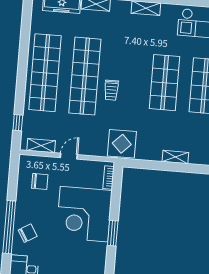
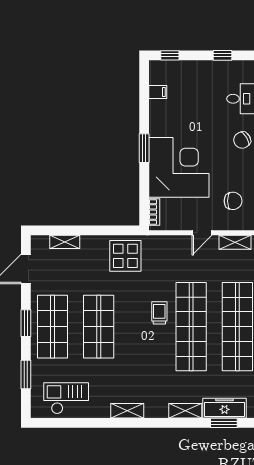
display table: (122, 144) -> (125, 256), moved
shelving: (175, 157) -> (65, 242), moved
chair: (40, 181) -> (233, 201), turned 180

